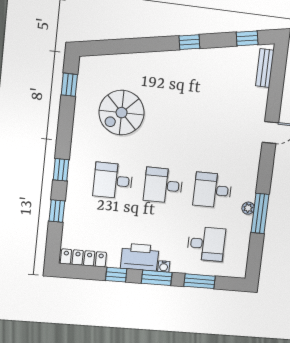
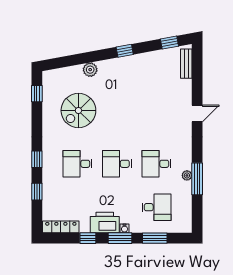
plant: (142, 61) -> (90, 70), added

